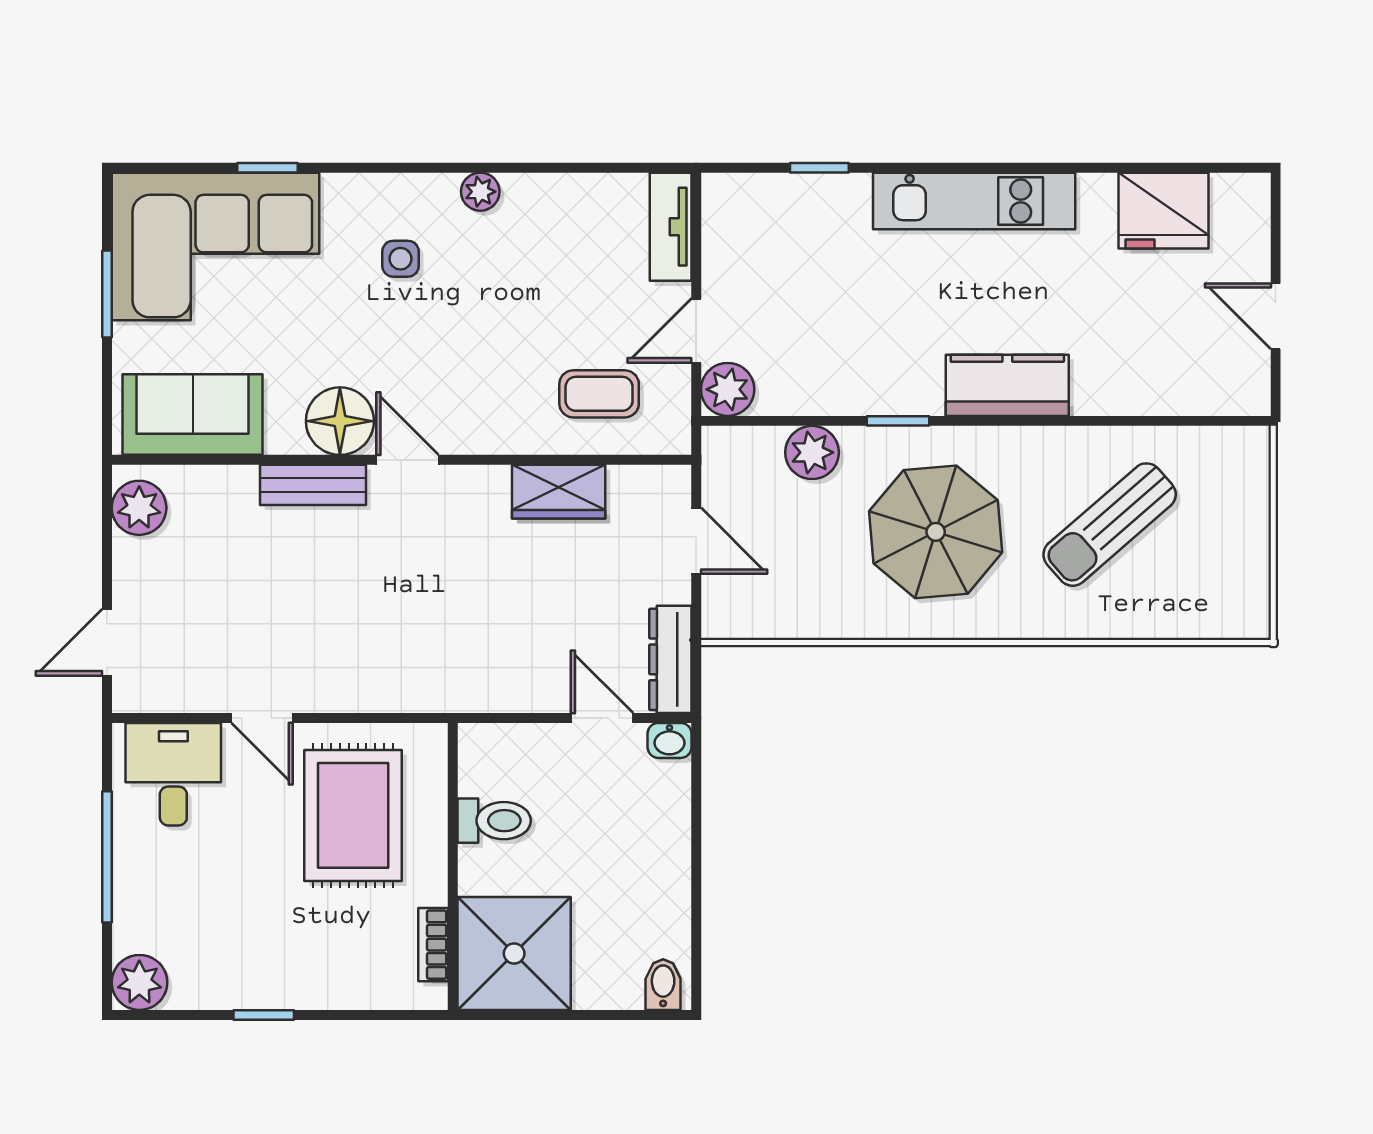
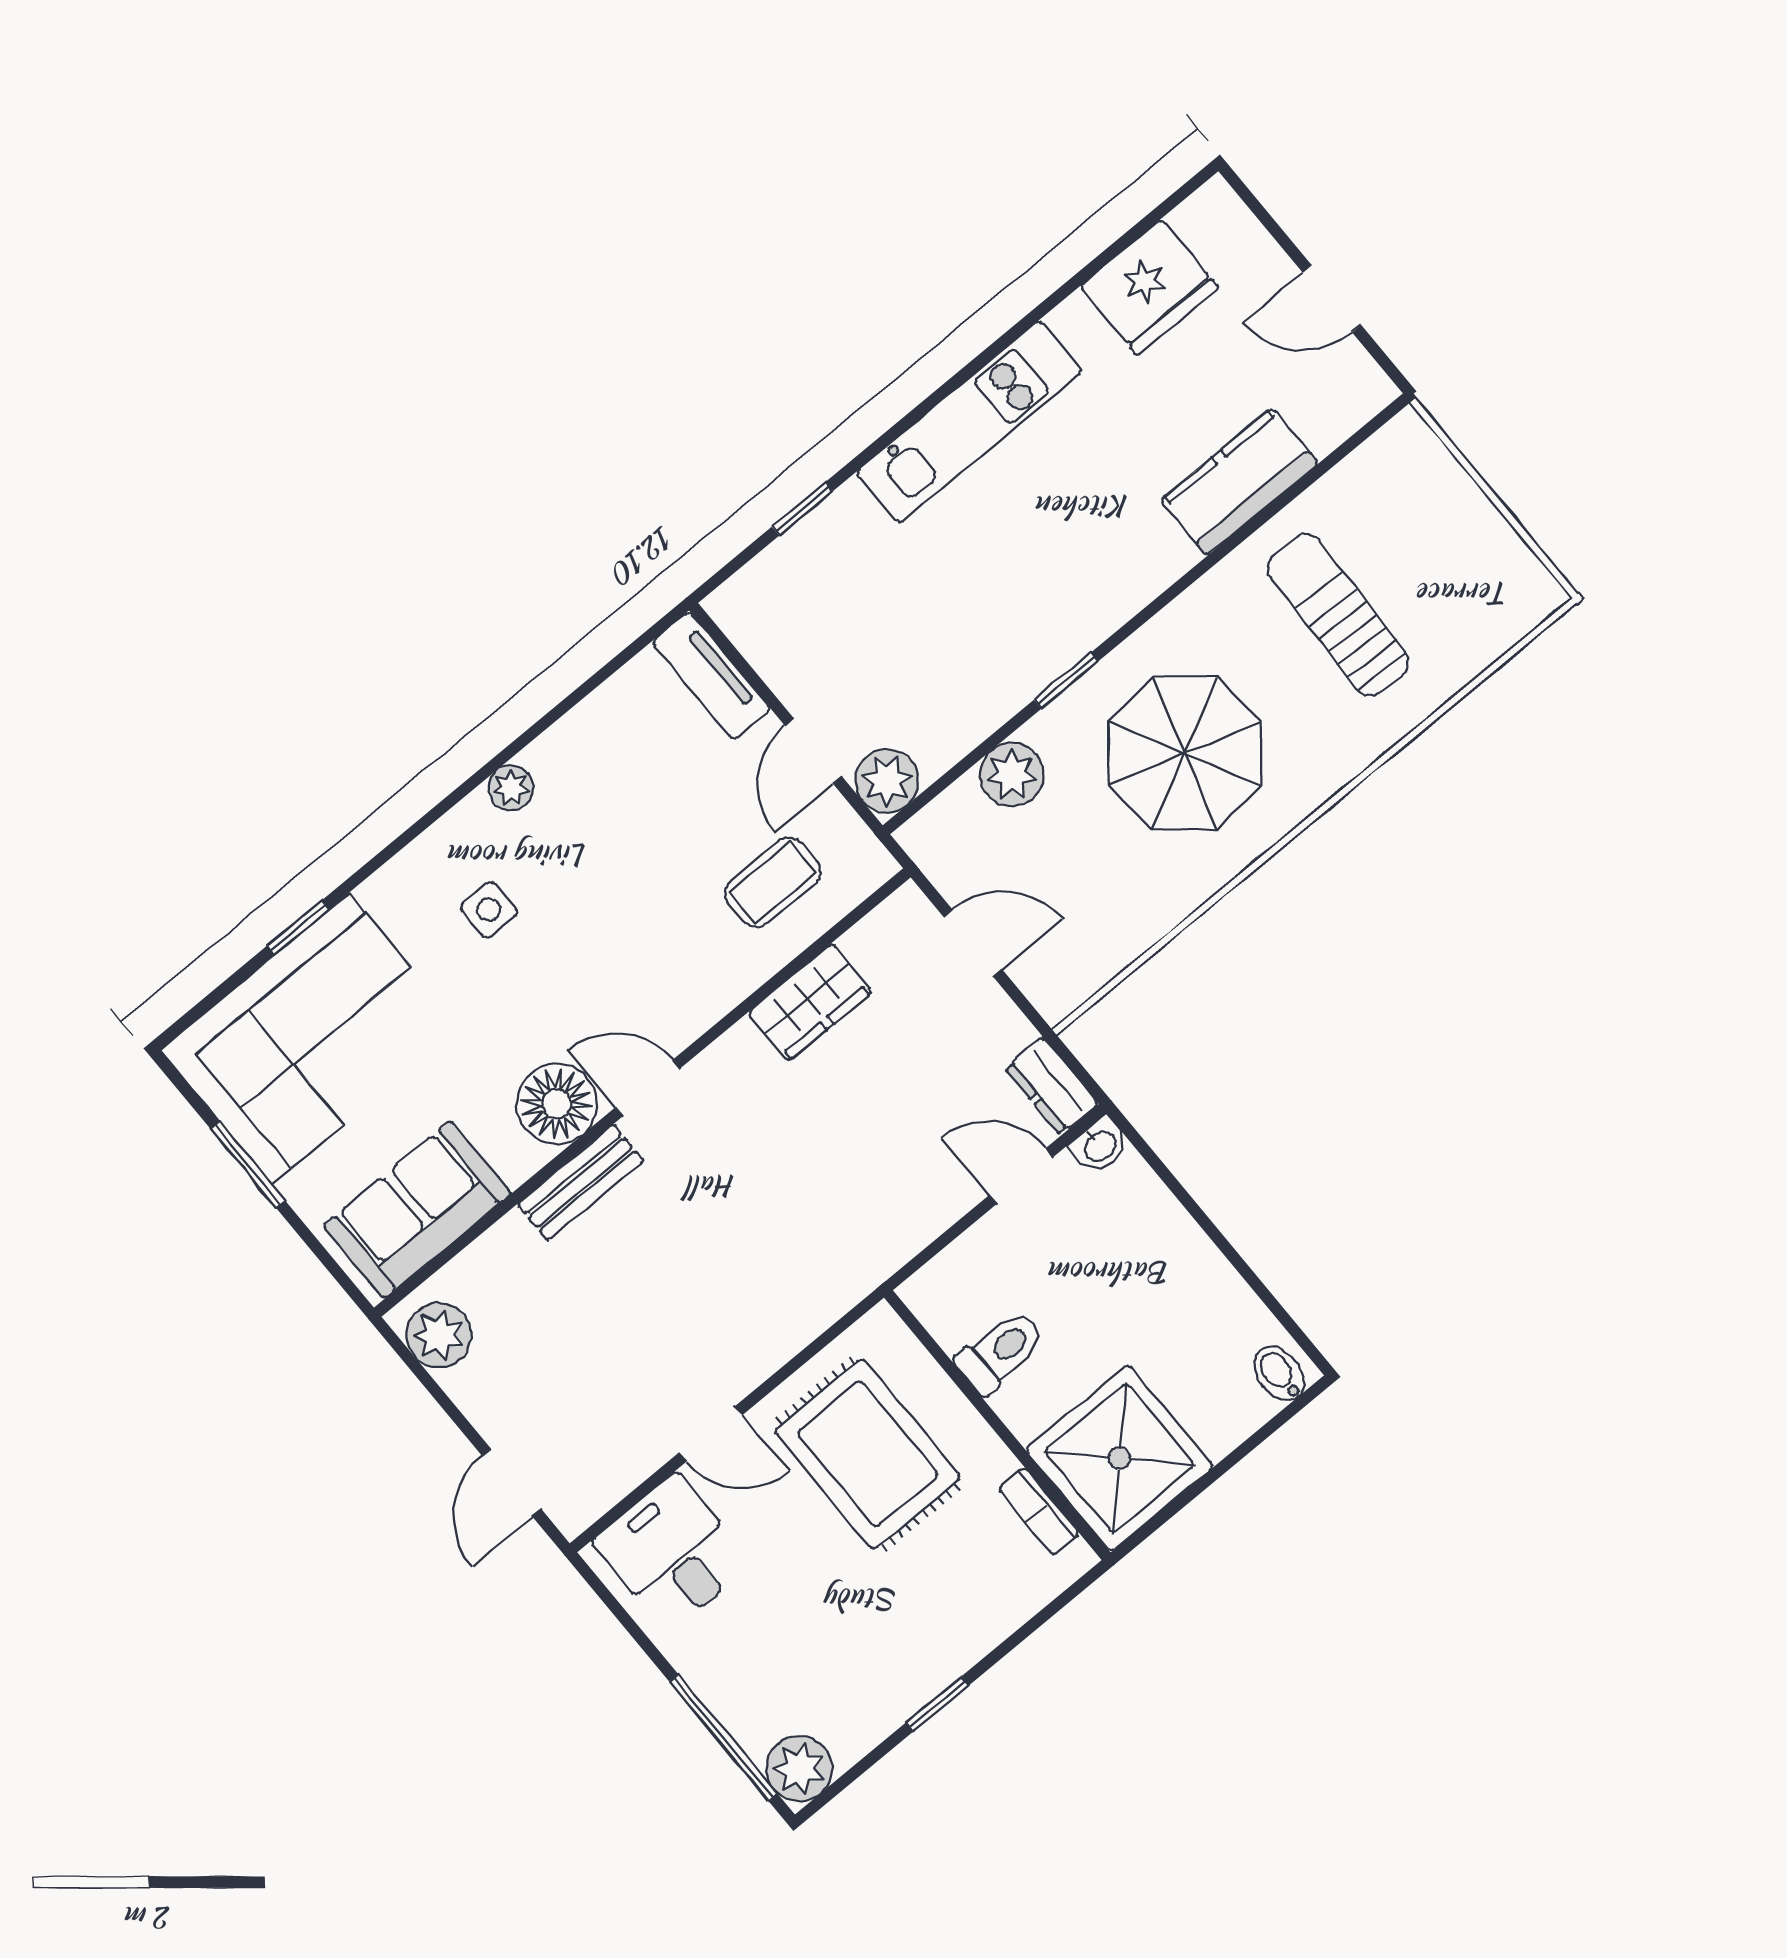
kitchen counter: (1007, 385) -> (1239, 482), moved
sun lounger: (1110, 525) -> (1338, 615), turned 133
dresser: (670, 659) -> (1051, 1086), width x0.70
window: (107, 857) -> (724, 1738), moved

